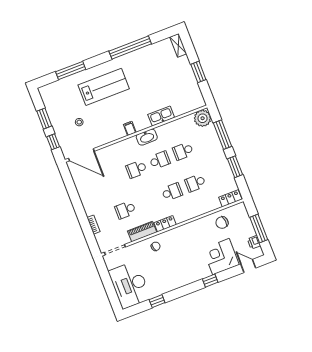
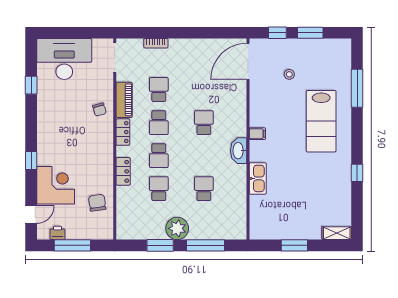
window: (130, 48) -> (357, 173), width x0.32
plant: (203, 118) -> (177, 228), moved
school desk: (160, 160) -> (159, 123), moved
locker: (230, 198) -> (123, 171), moved

